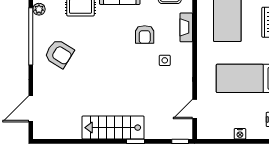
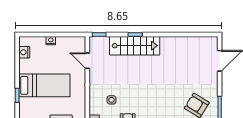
door: (195, 109) -> (87, 61), swing flipped
stairs: (113, 128) -> (135, 46), moved

